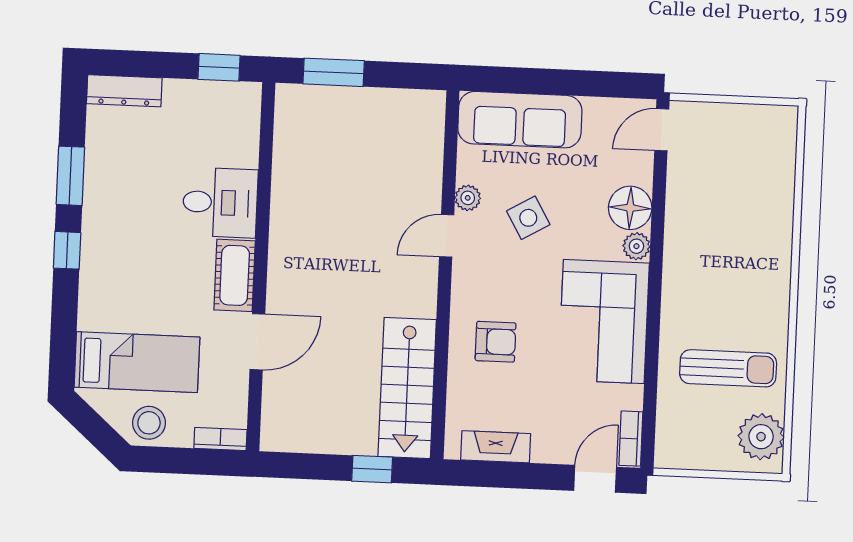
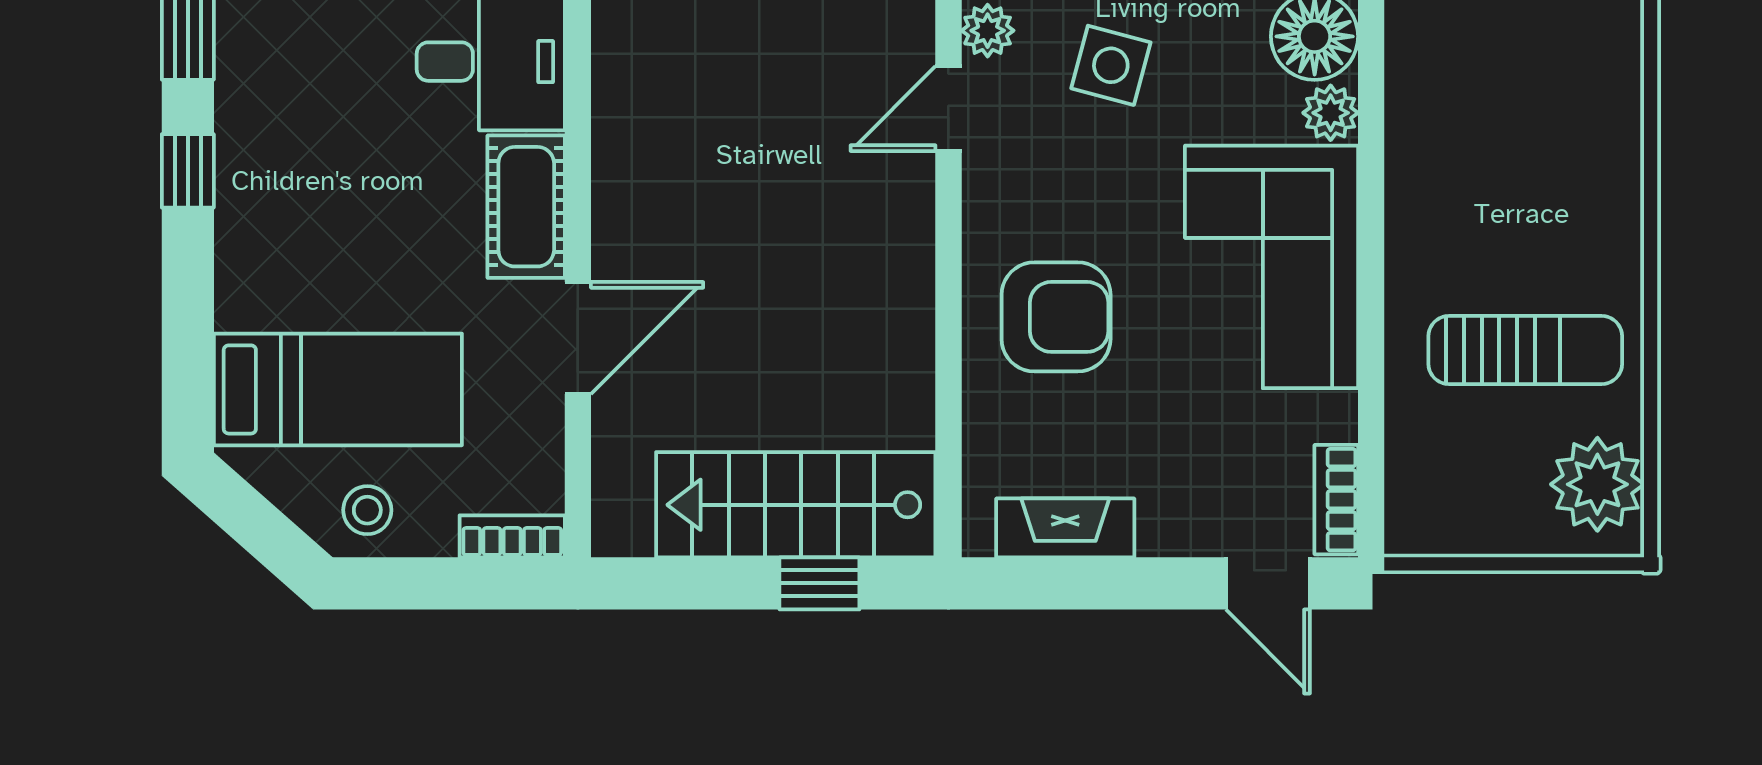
side table: (528, 218) -> (1111, 65), turned 45
armchair: (496, 342) -> (1056, 317), width x1.38, depth x1.38
stairs: (407, 388) -> (796, 505), moved, turned 90
stool: (149, 423) -> (367, 510), width x0.73, depth x0.73
door: (595, 479) -> (1268, 583), swing flipped

